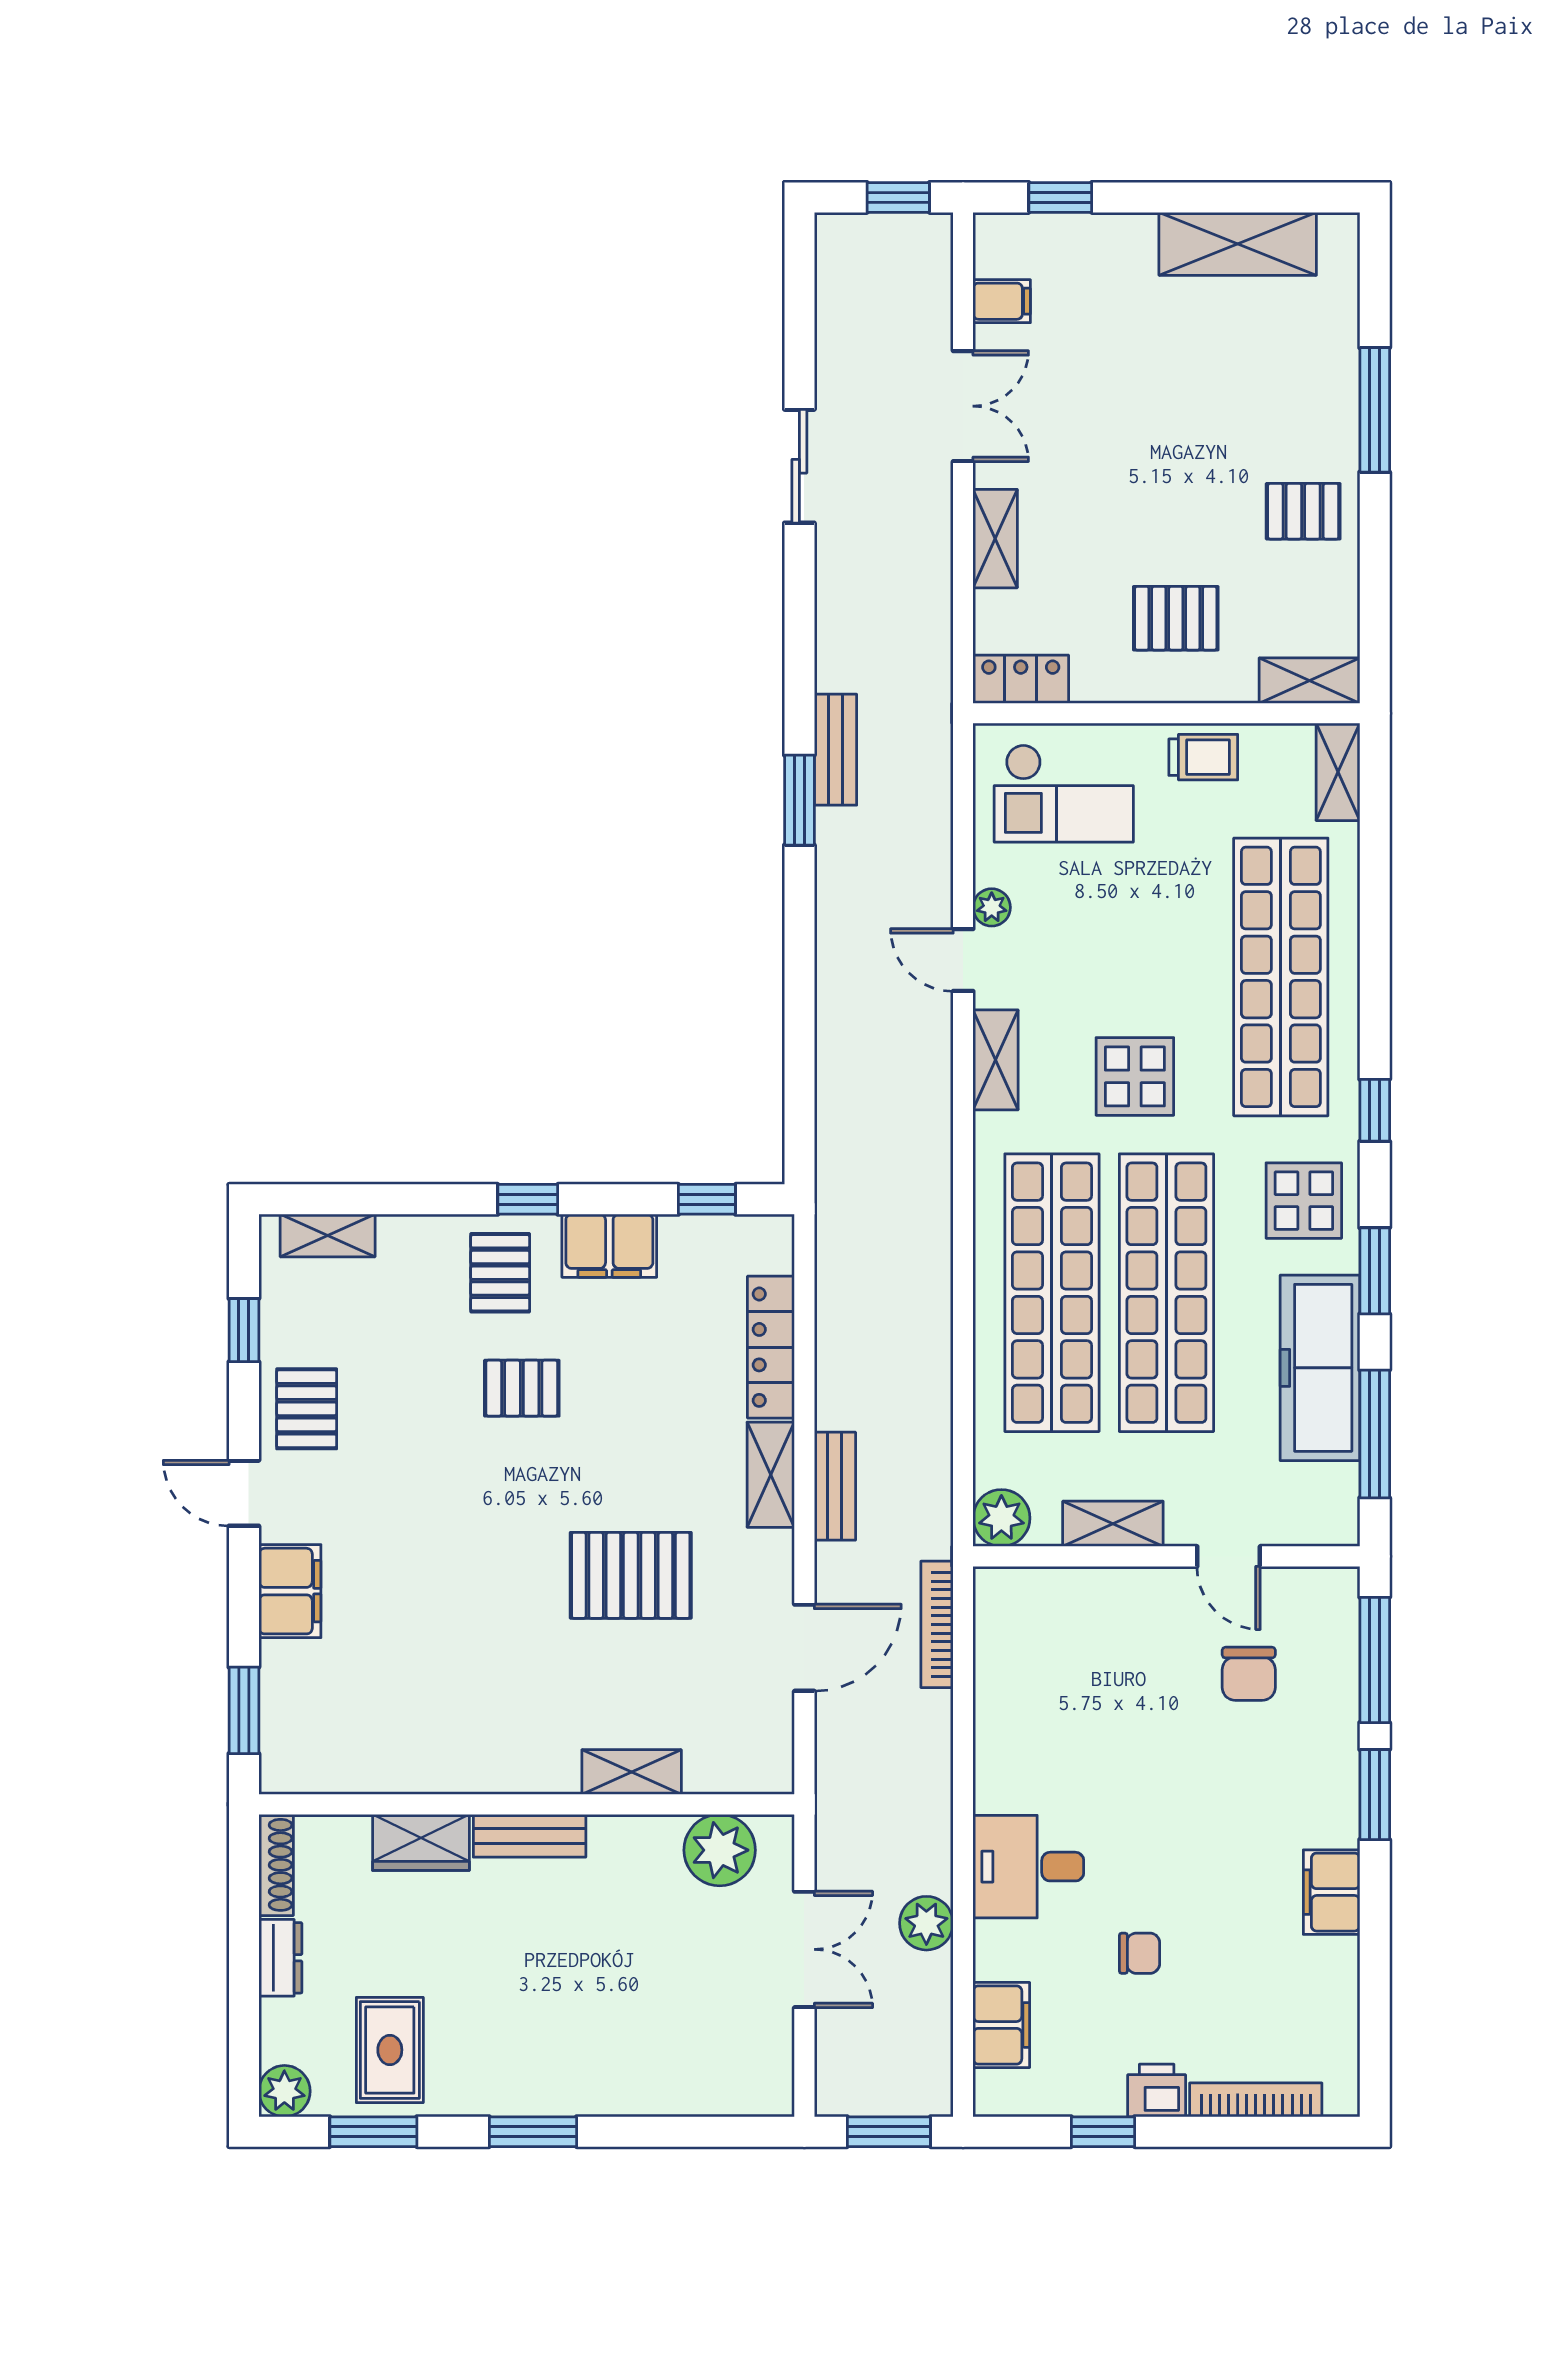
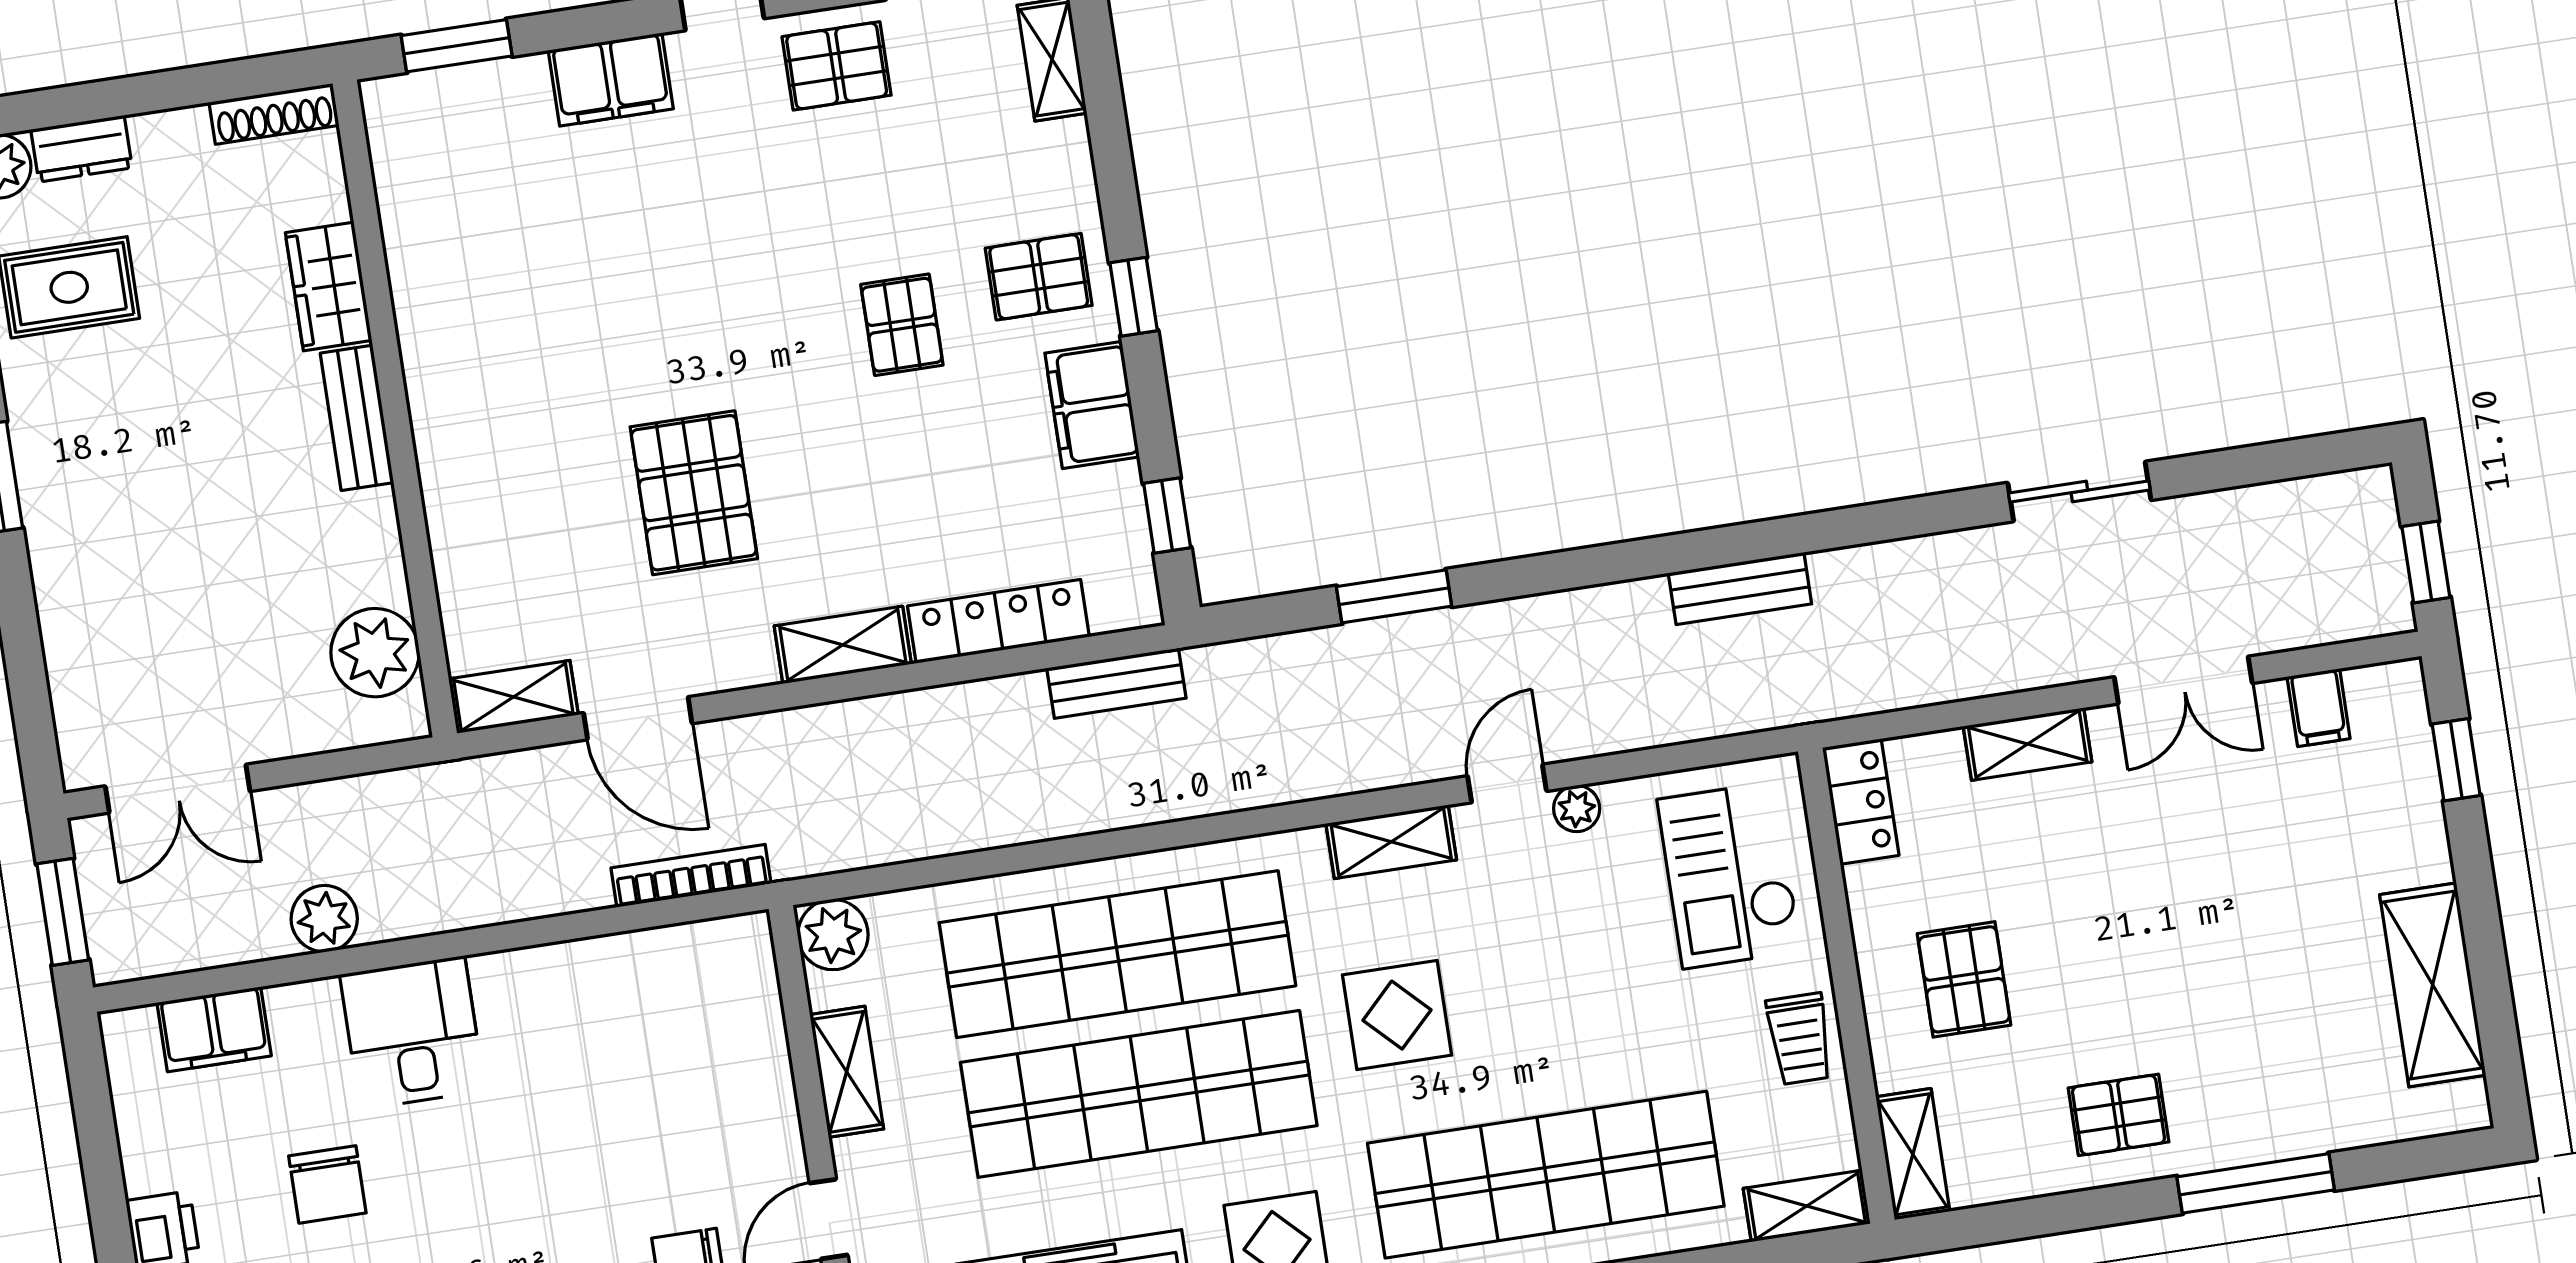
pallet: (1303, 511) -> (2118, 1115), turned 90
window: (799, 800) -> (1394, 596), moved
bench: (835, 1486) -> (1116, 683), moved
shelving: (632, 1772) -> (513, 697), moved, turned 90
double door: (804, 1949) -> (178, 789), moved
chair: (1139, 1953) -> (327, 1184), width x1.37, depth x1.37
dresser: (280, 1958) -> (81, 149), moved
window: (1103, 2132) -> (103, 1173), removed

